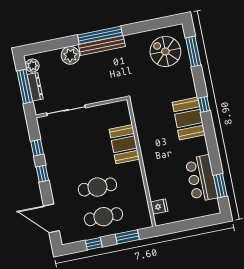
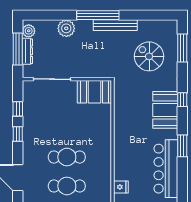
bench: (102, 46) -> (115, 25), moved
spiral stairs: (165, 51) -> (149, 56), moved
booth: (124, 144) -> (94, 92), moved, turned 90
bar counter: (201, 178) -> (166, 169), width x1.36
window: (220, 186) -> (182, 146), moved

